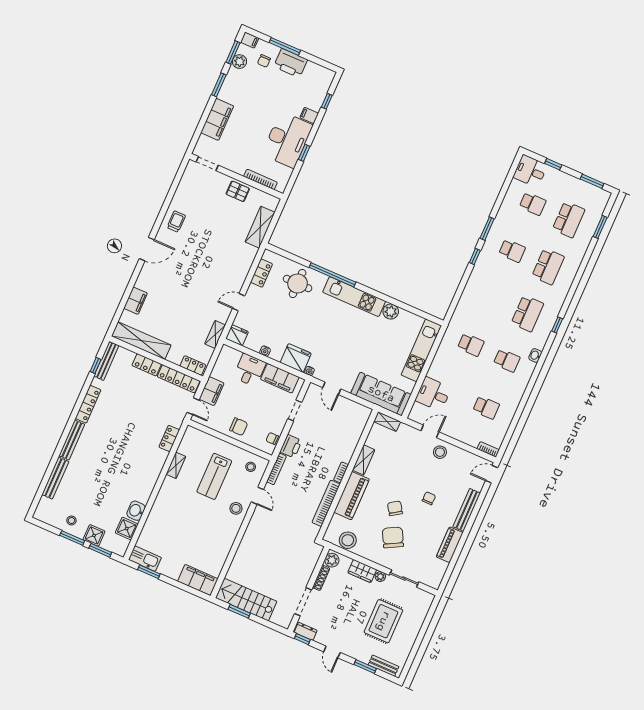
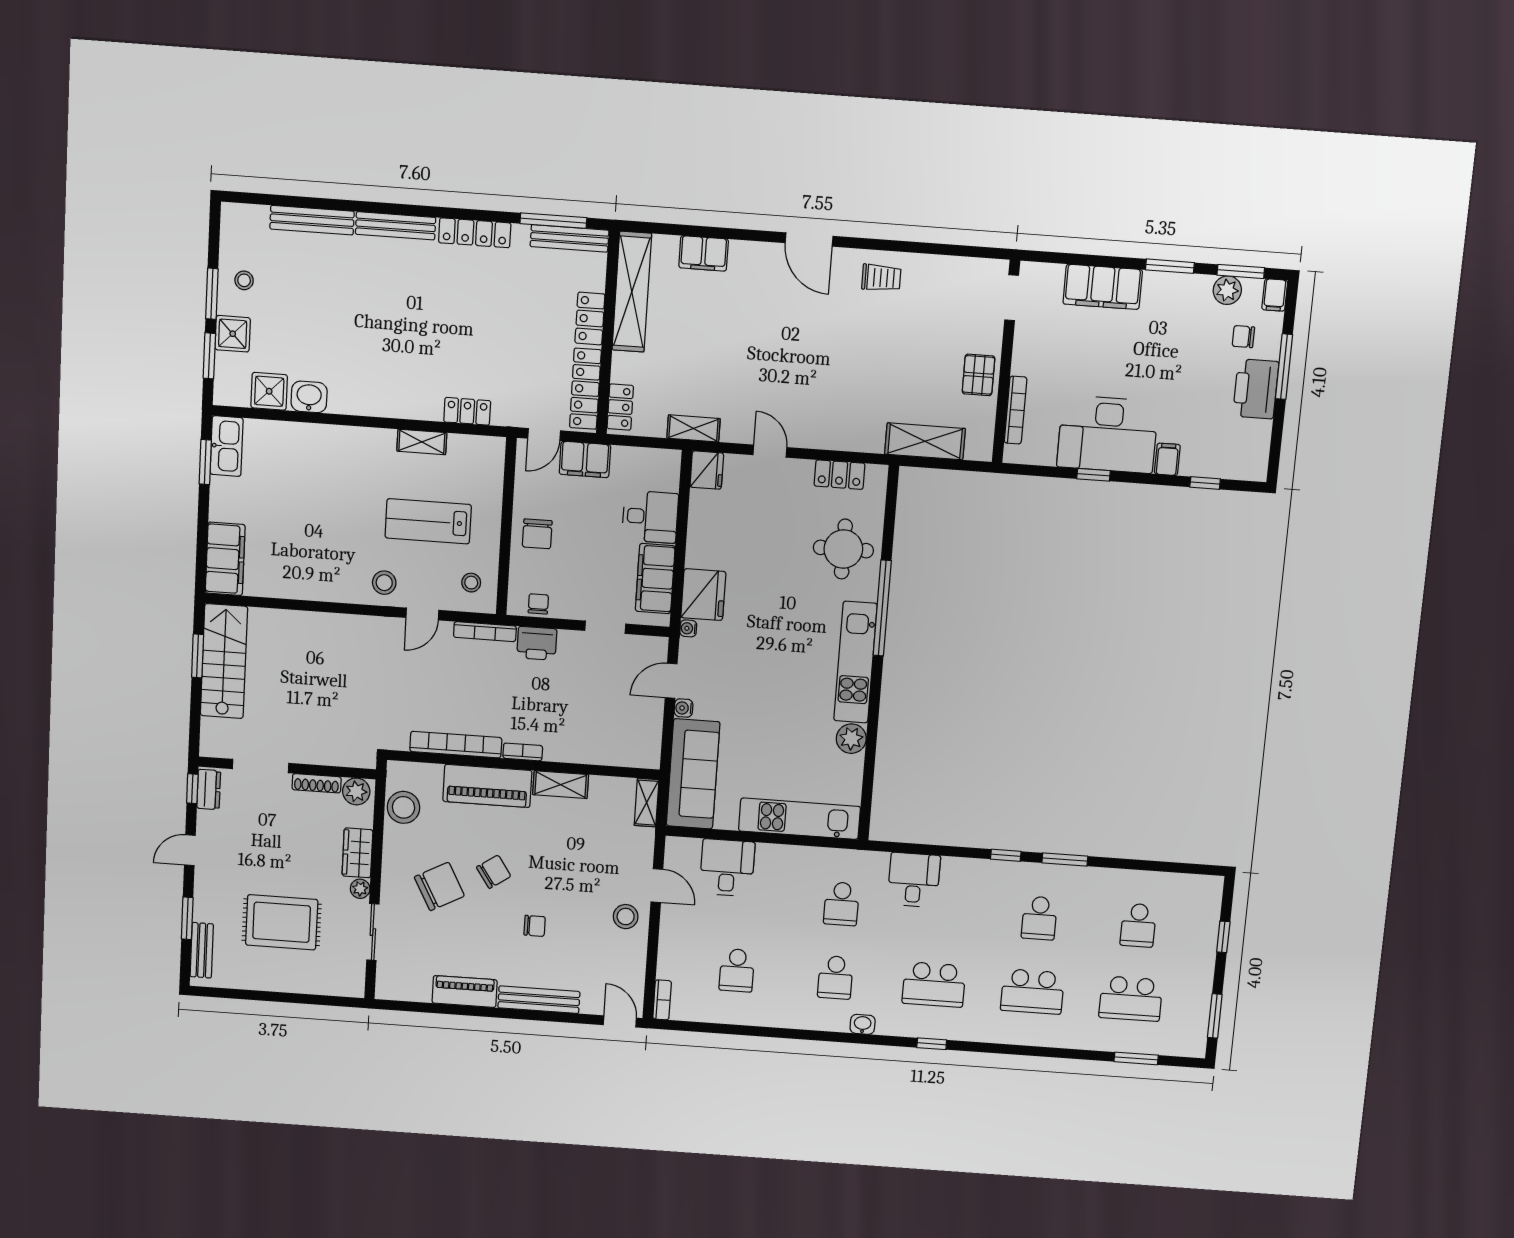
desk: (530, 171) -> (914, 880), moved
water cooler: (265, 351) -> (683, 708), moved
window: (96, 365) -> (553, 221), width x2.17

